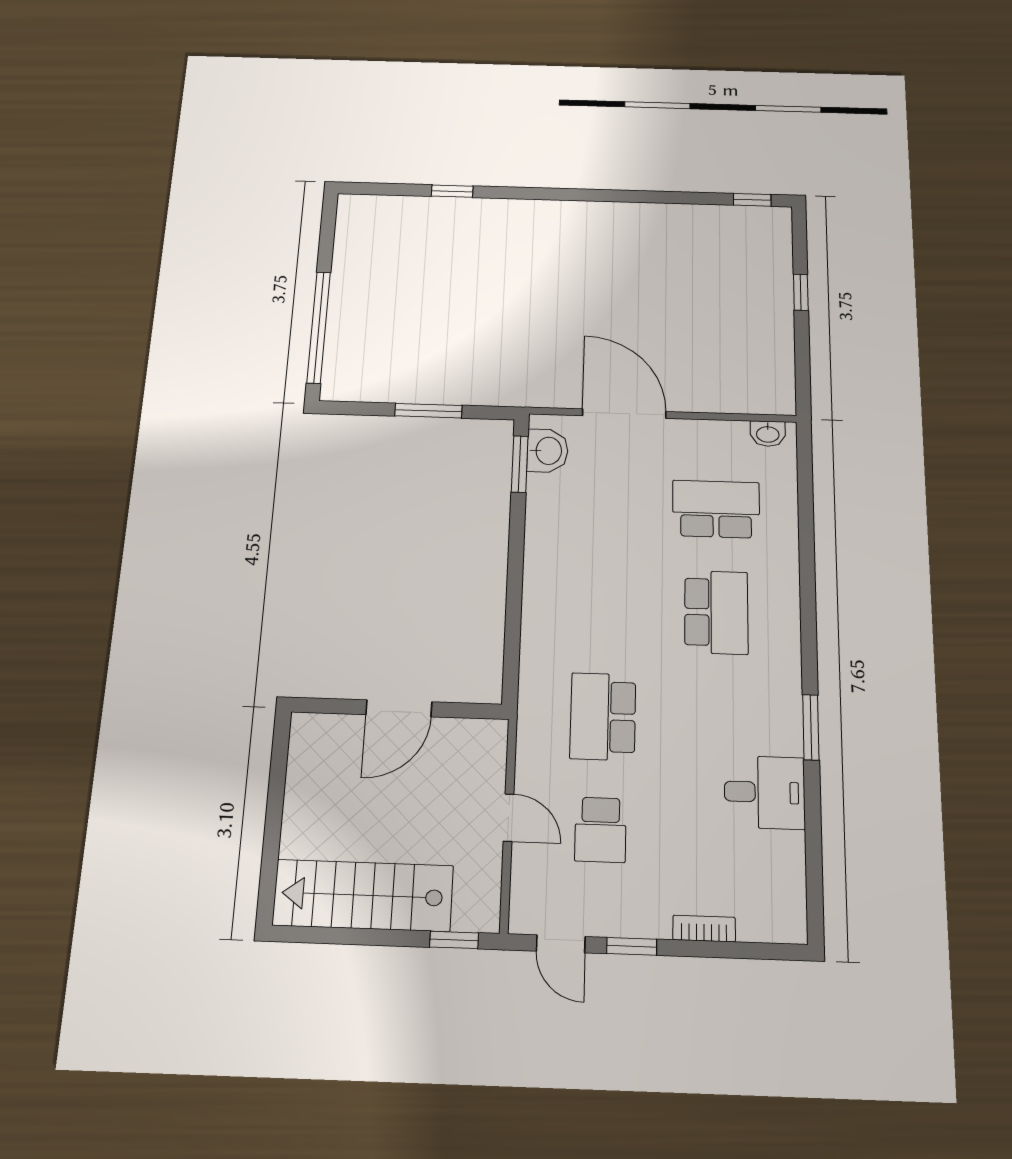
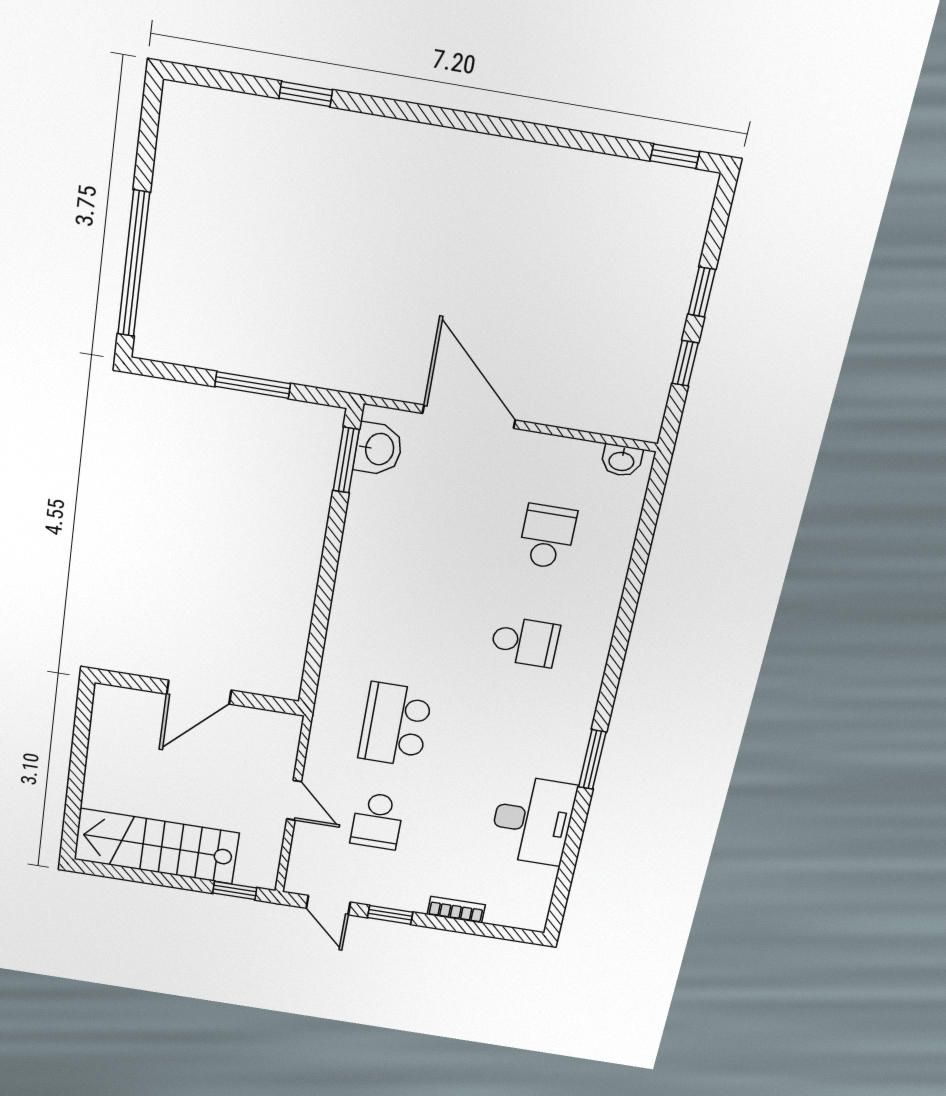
window: (802, 348) -> (685, 363), added
school desk: (716, 509) -> (547, 537), width x0.54
school desk: (716, 612) -> (525, 642), width x0.54
desk: (765, 792) -> (533, 820), width x1.37

